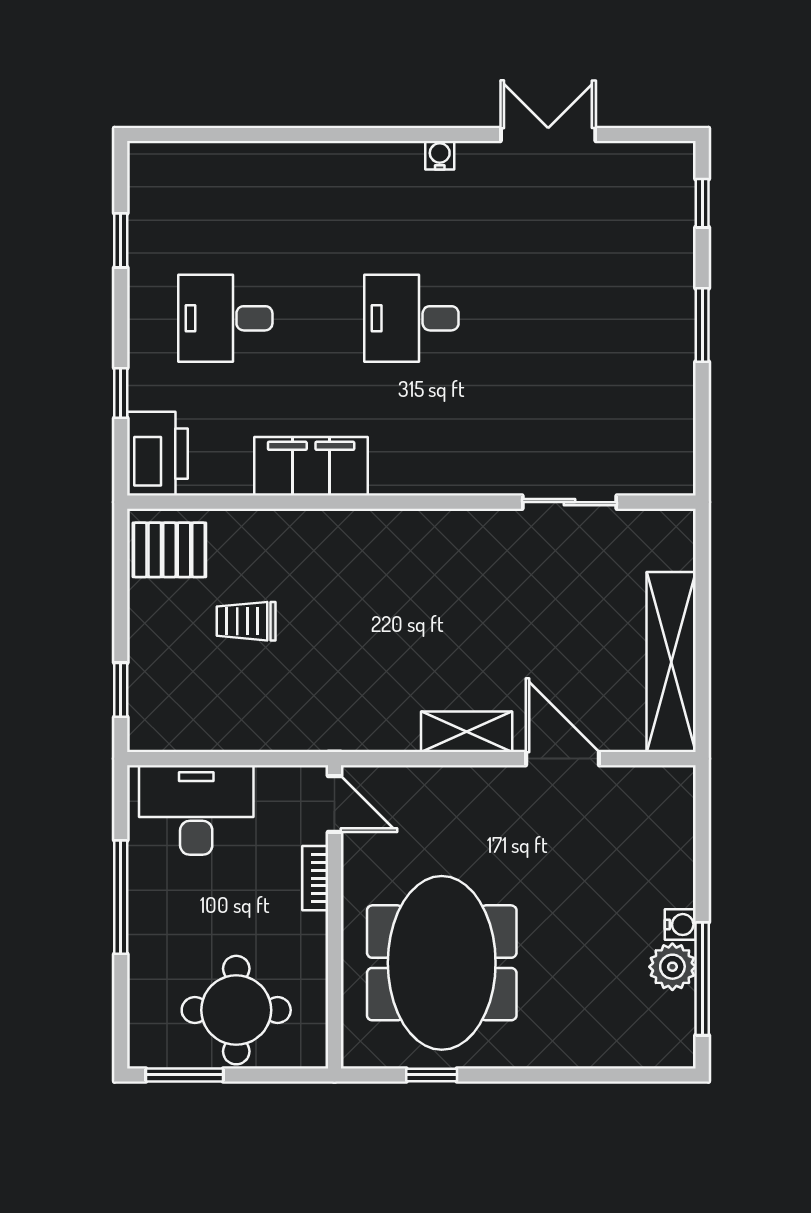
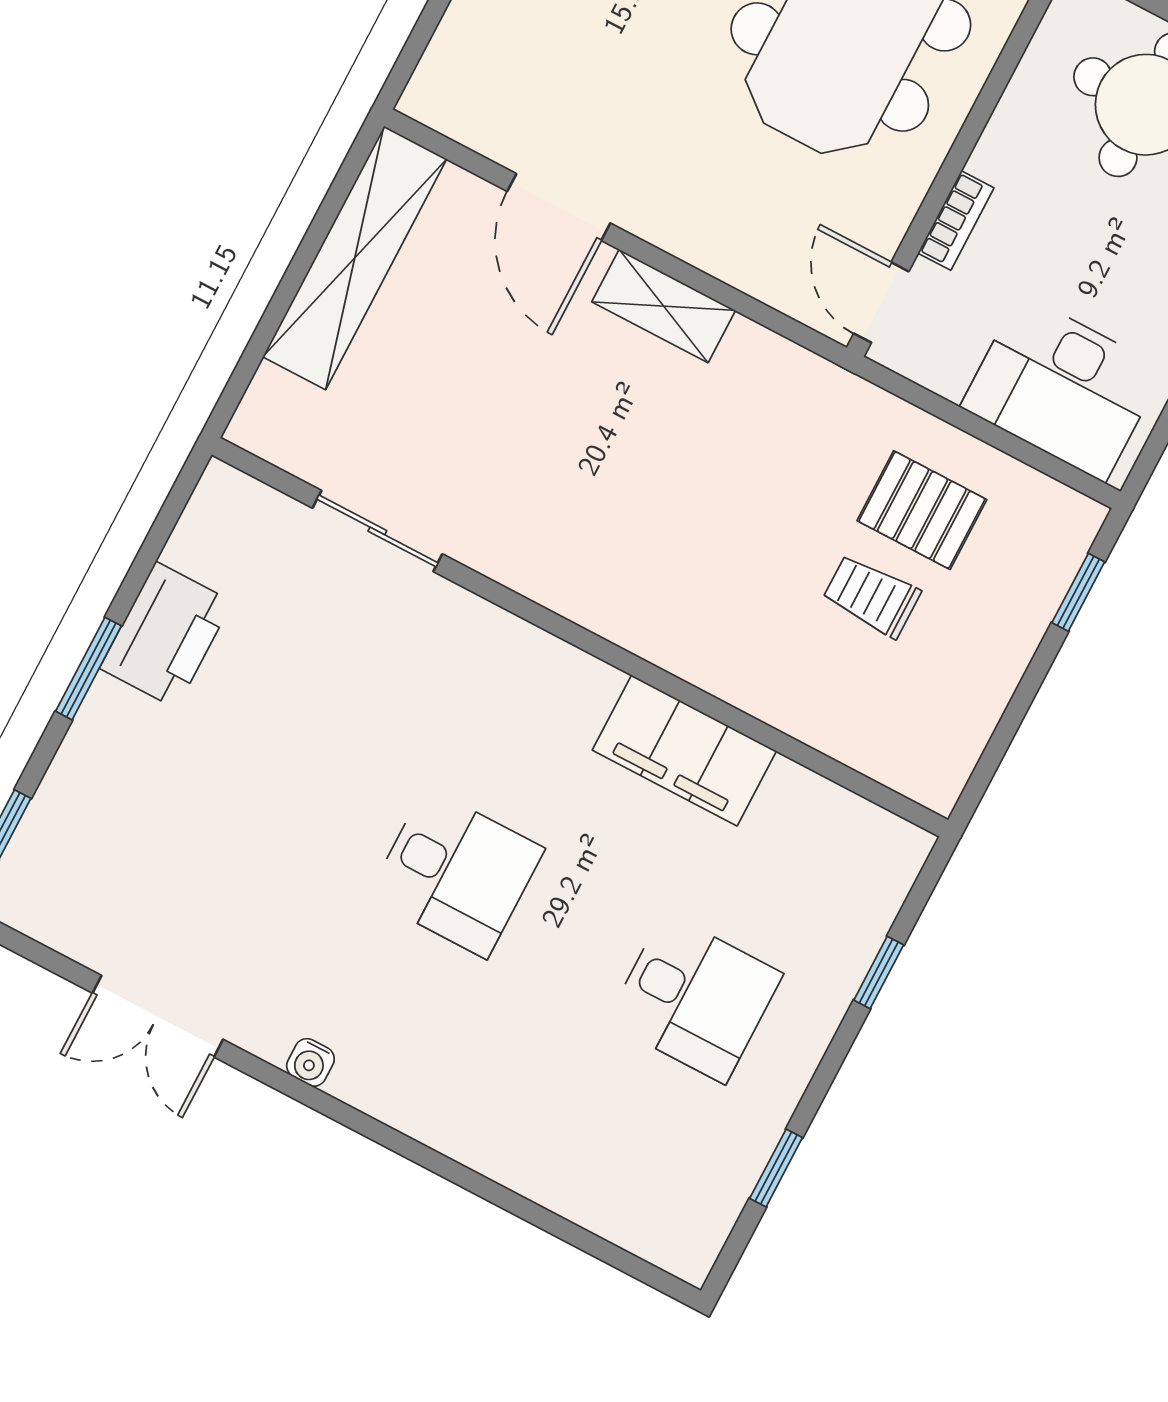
printer: (157, 454) -> (166, 635), moved, turned 180
pallet: (169, 550) -> (922, 510), moved
trolley: (246, 621) -> (872, 596), turned 180

